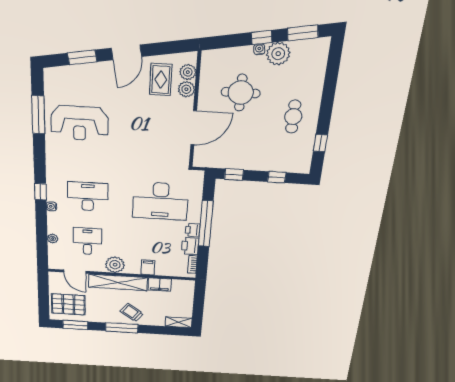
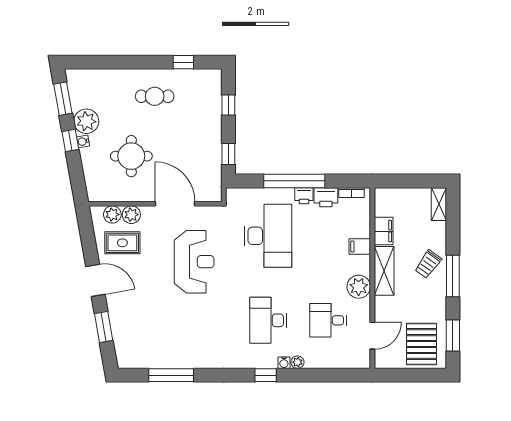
reception desk: (79, 123) -> (194, 262), moved
plant: (53, 239) -> (297, 362), moved
shelving: (118, 282) -> (384, 271), width x0.68

